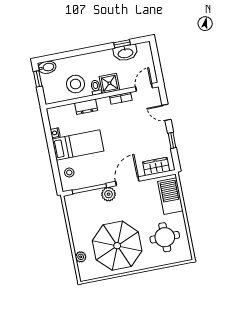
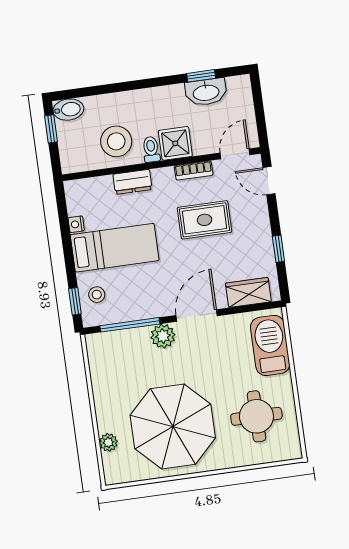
door: (167, 112) -> (269, 181), moved
rug: (129, 126) -> (204, 220), added
window: (57, 177) -> (75, 301), added

